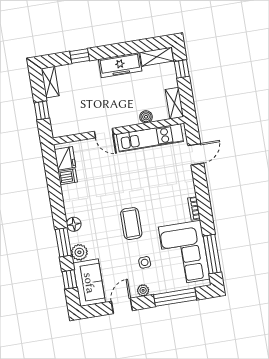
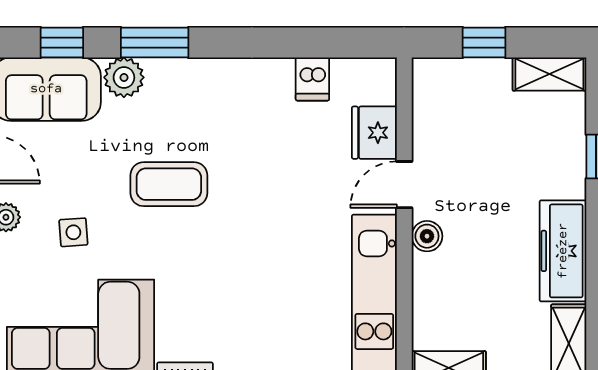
boiler: (146, 117) -> (427, 236), moved
fridge: (65, 158) -> (374, 133), moved, turned 90
floor lamp: (74, 224) -> (194, 75), removed
coffee table: (131, 224) -> (169, 184), moved

